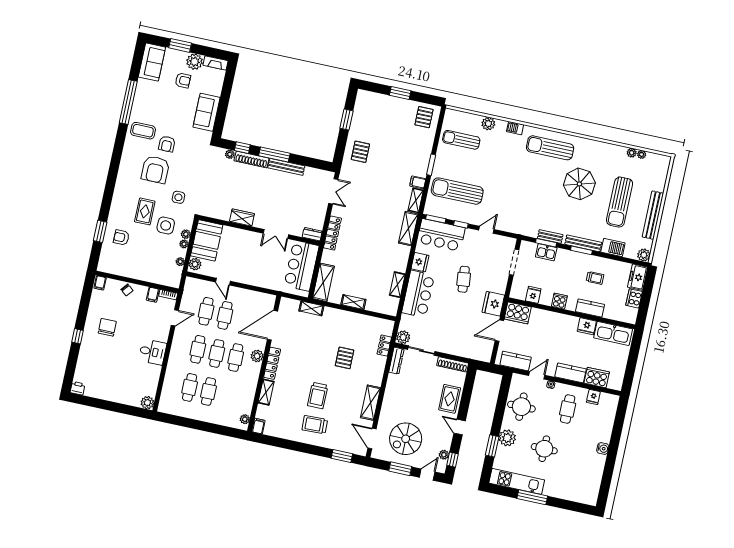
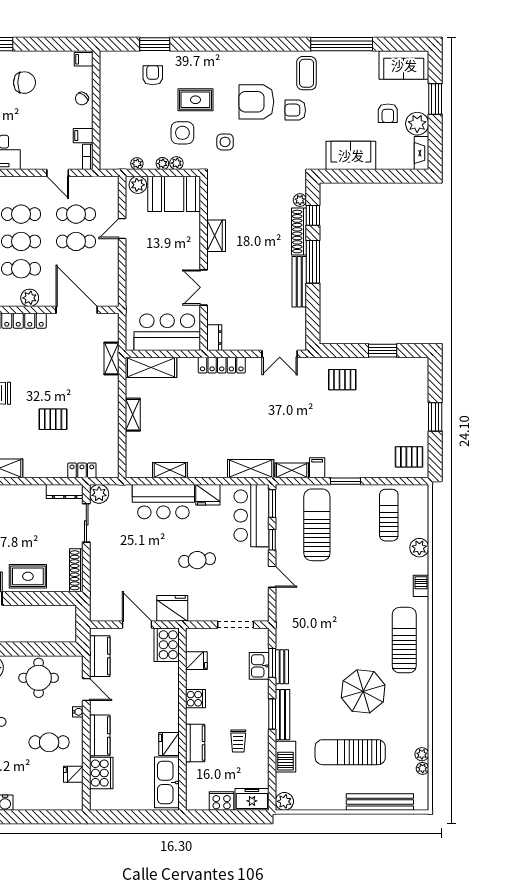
bench: (653, 215) -> (380, 802), moved

